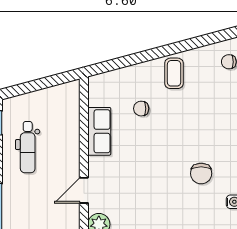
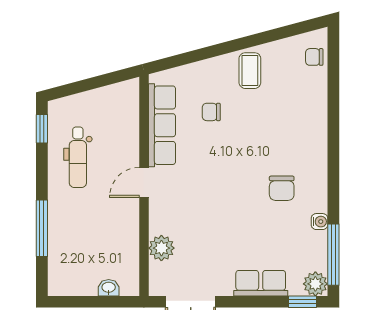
row of seats: (99, 131) -> (162, 125), width x1.48
door: (84, 190) -> (144, 182), moved

